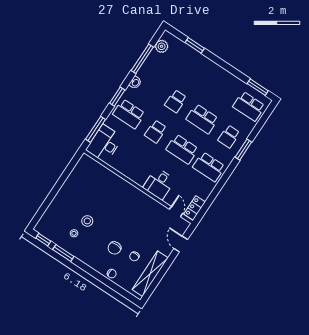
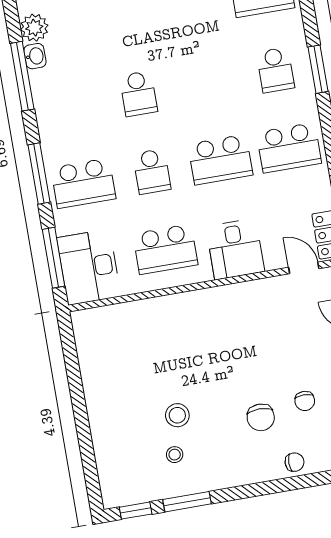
washbasin: (135, 83) -> (35, 56), moved
window: (117, 97) -> (39, 173), width x1.44
school desk: (202, 119) -> (165, 249), moved

